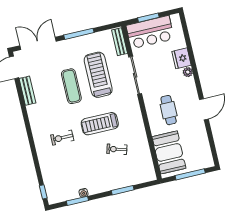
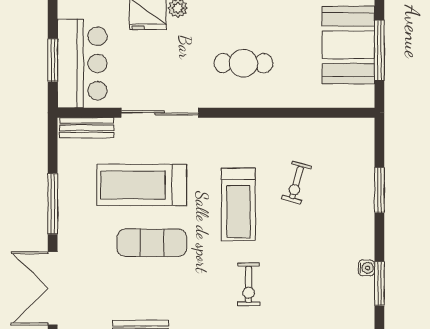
booth: (169, 152) -> (348, 45), moved, turned 90

